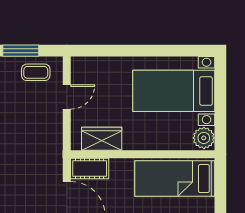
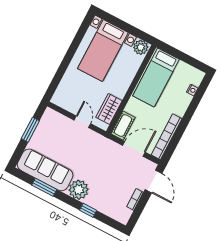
coffee table: (36, 72) -> (48, 128), removed
door: (67, 97) -> (82, 122), moved

